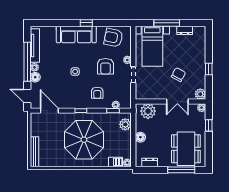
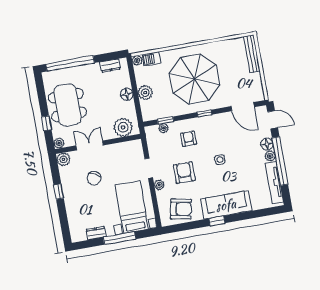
plant: (125, 124) -> (145, 93), moved
dining table: (186, 149) -> (67, 105), moved
window: (181, 170) -> (70, 63), width x1.46

